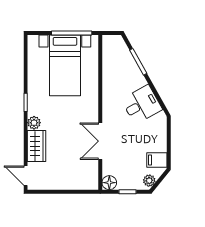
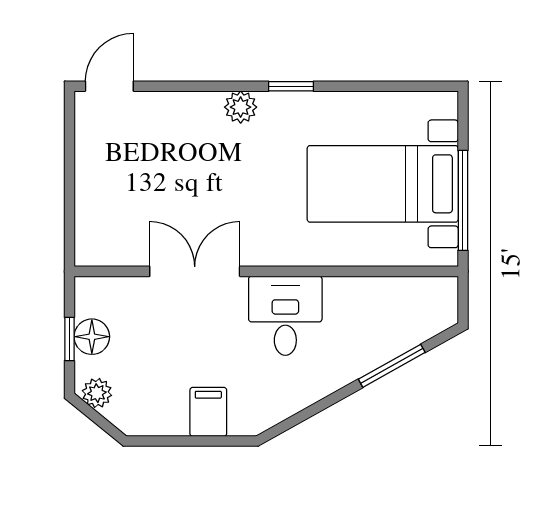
desk: (142, 104) -> (285, 316), moved, turned -151
wardrobe: (37, 146) -> (183, 113), removed
filing cabinet: (157, 160) -> (208, 412), moved
floor lamp: (109, 183) -> (92, 337), moved

